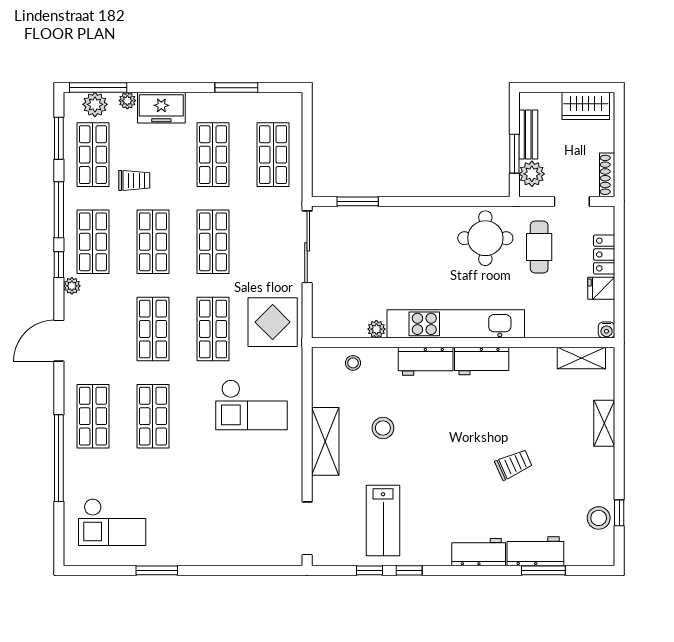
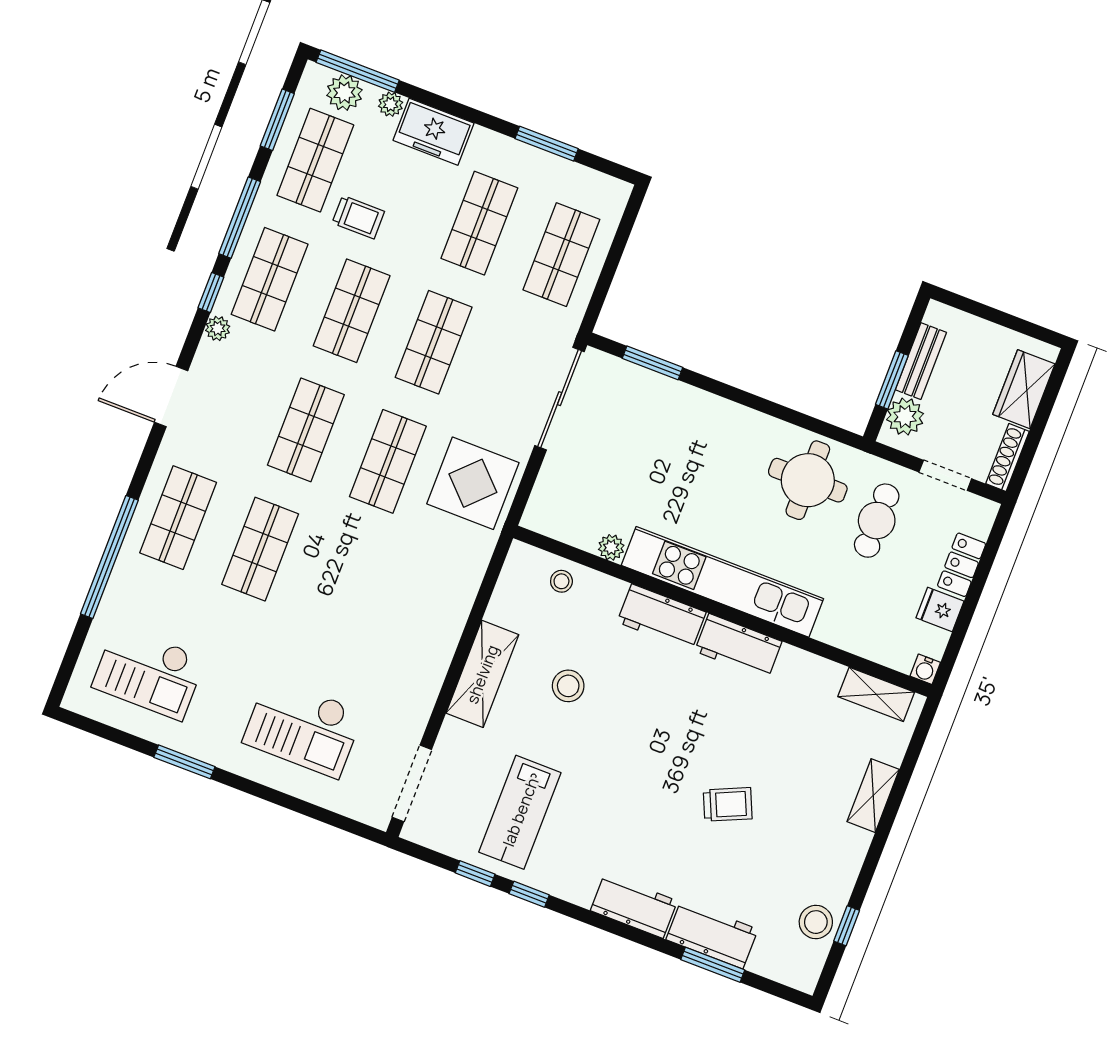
wardrobe: (586, 106) -> (1024, 389), moved, turned 90
checkout: (251, 405) -> (303, 727), moved

